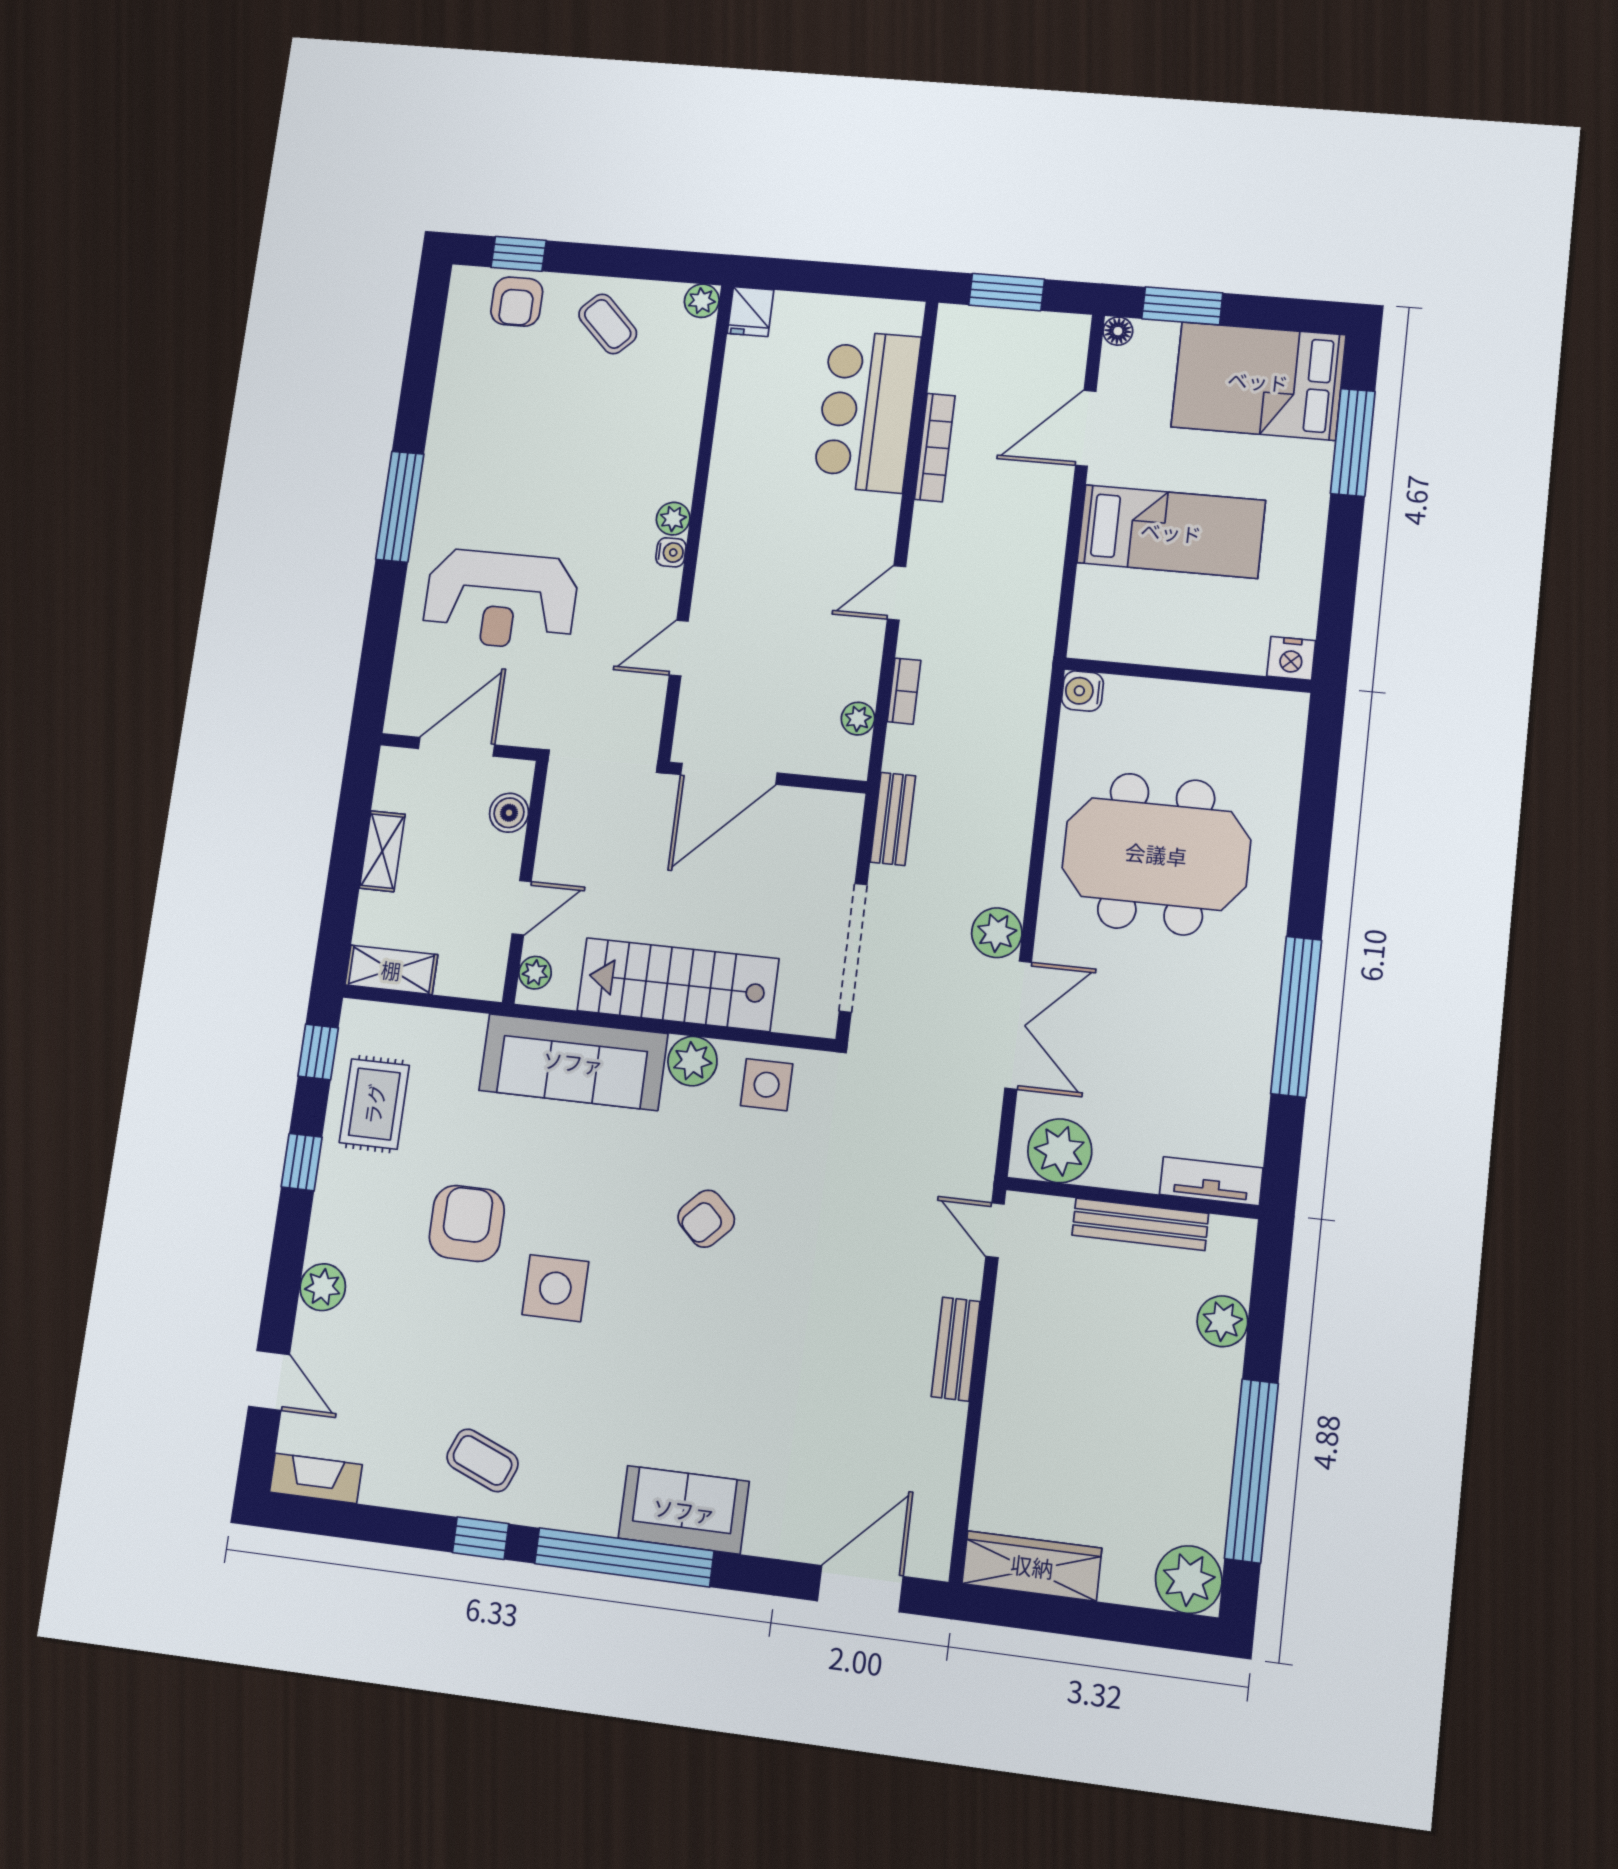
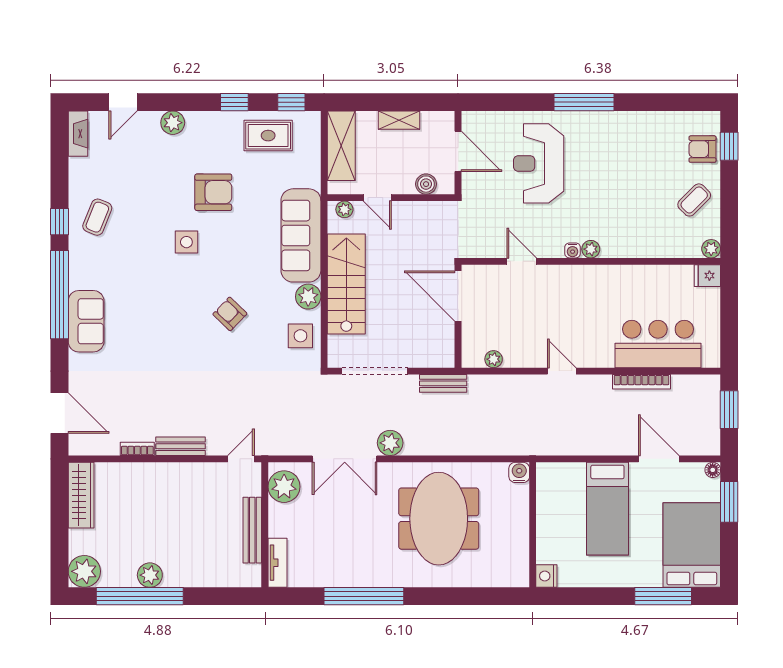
bookcase: (904, 691) -> (137, 449), moved, turned 180
shelving: (391, 970) -> (341, 146), width x1.50, depth x1.33
side table: (555, 1288) -> (186, 242), width x0.73, depth x0.73
plant: (1222, 1321) -> (150, 575), moved

